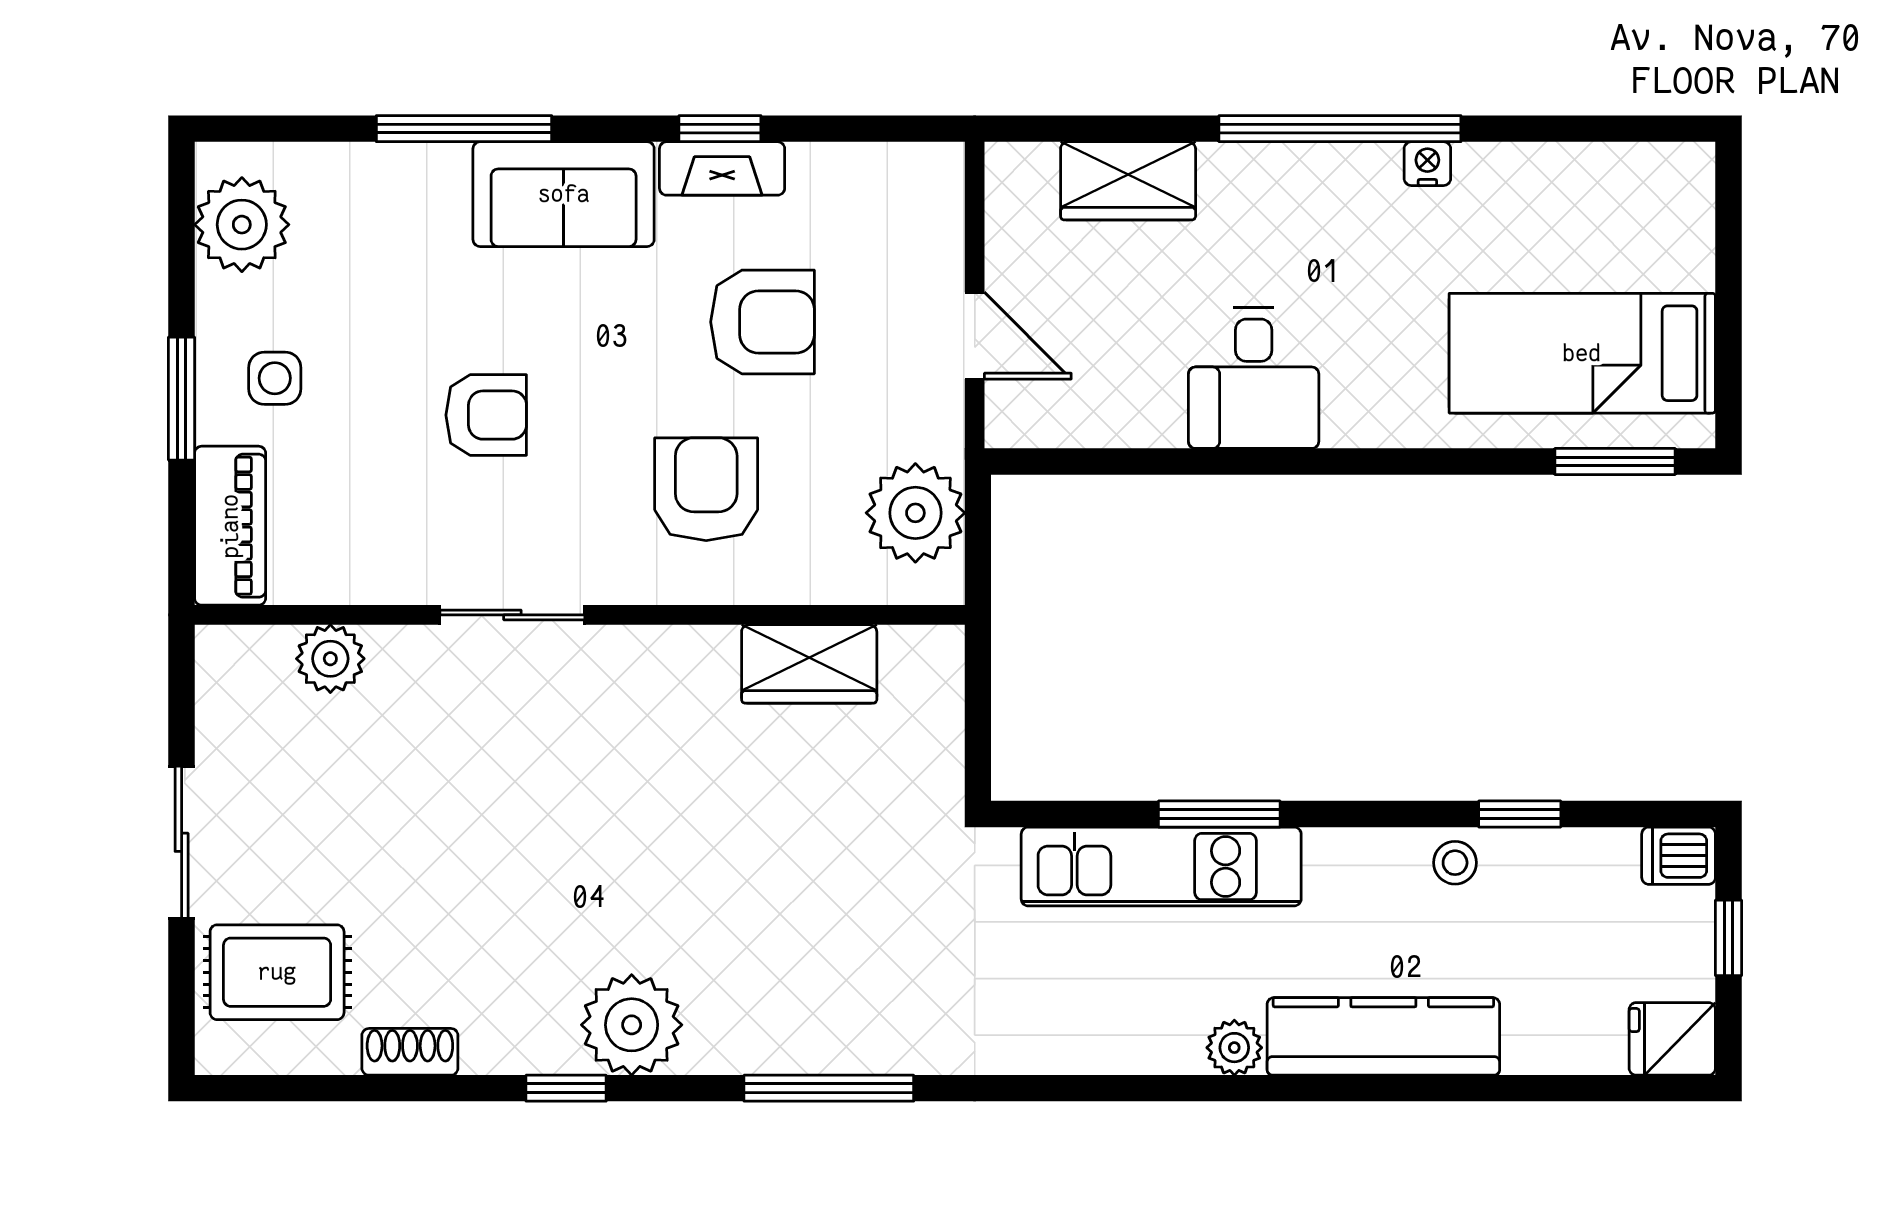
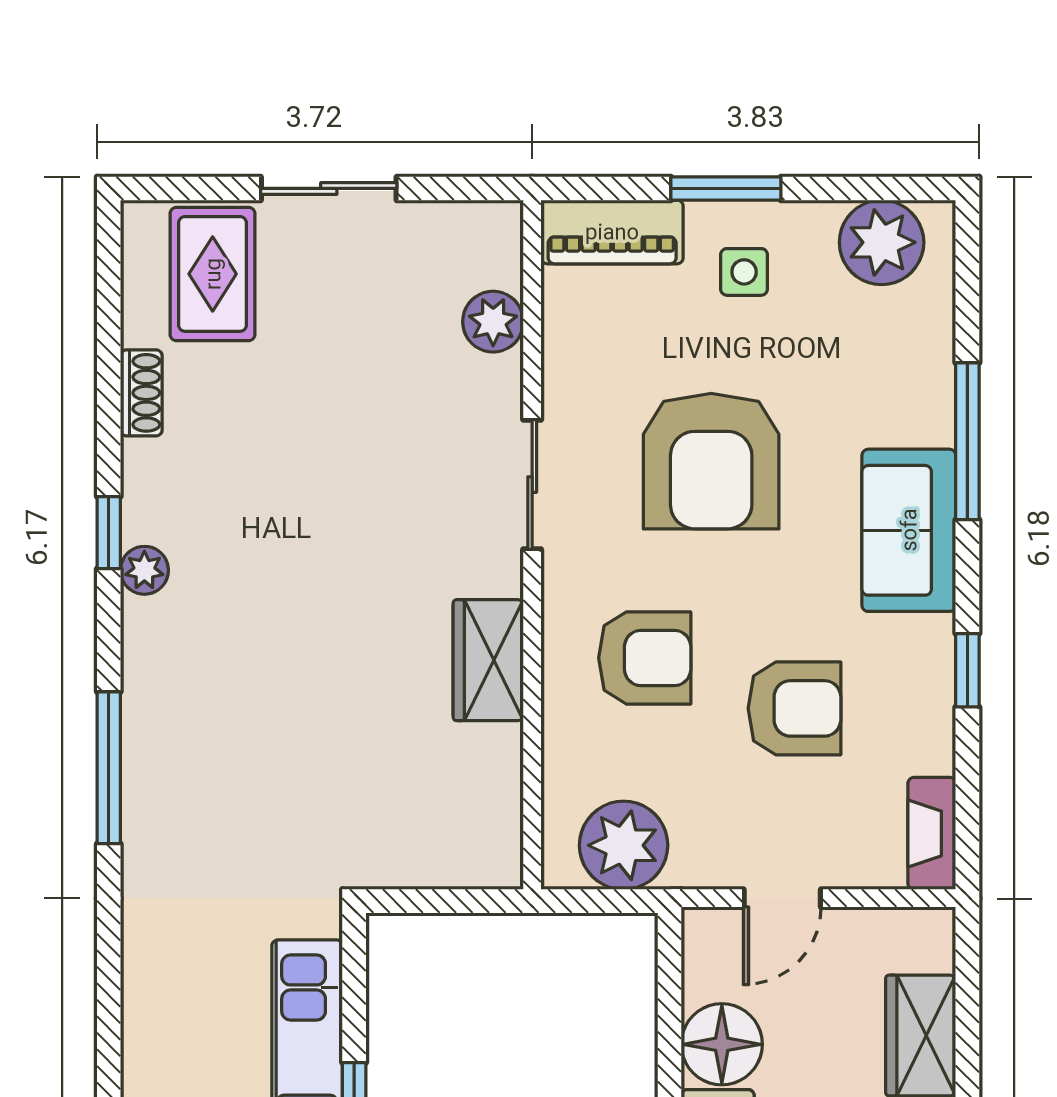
fireplace: (722, 168) -> (932, 833), moved
armchair: (762, 322) -> (794, 708), turned -90
floor lamp: (1138, 403) -> (722, 1044), added
armchair: (486, 415) -> (711, 461), width x1.88, depth x1.88
wardrobe: (809, 664) -> (488, 660), moved
plant: (632, 1025) -> (144, 570), width x0.53, depth x0.53

